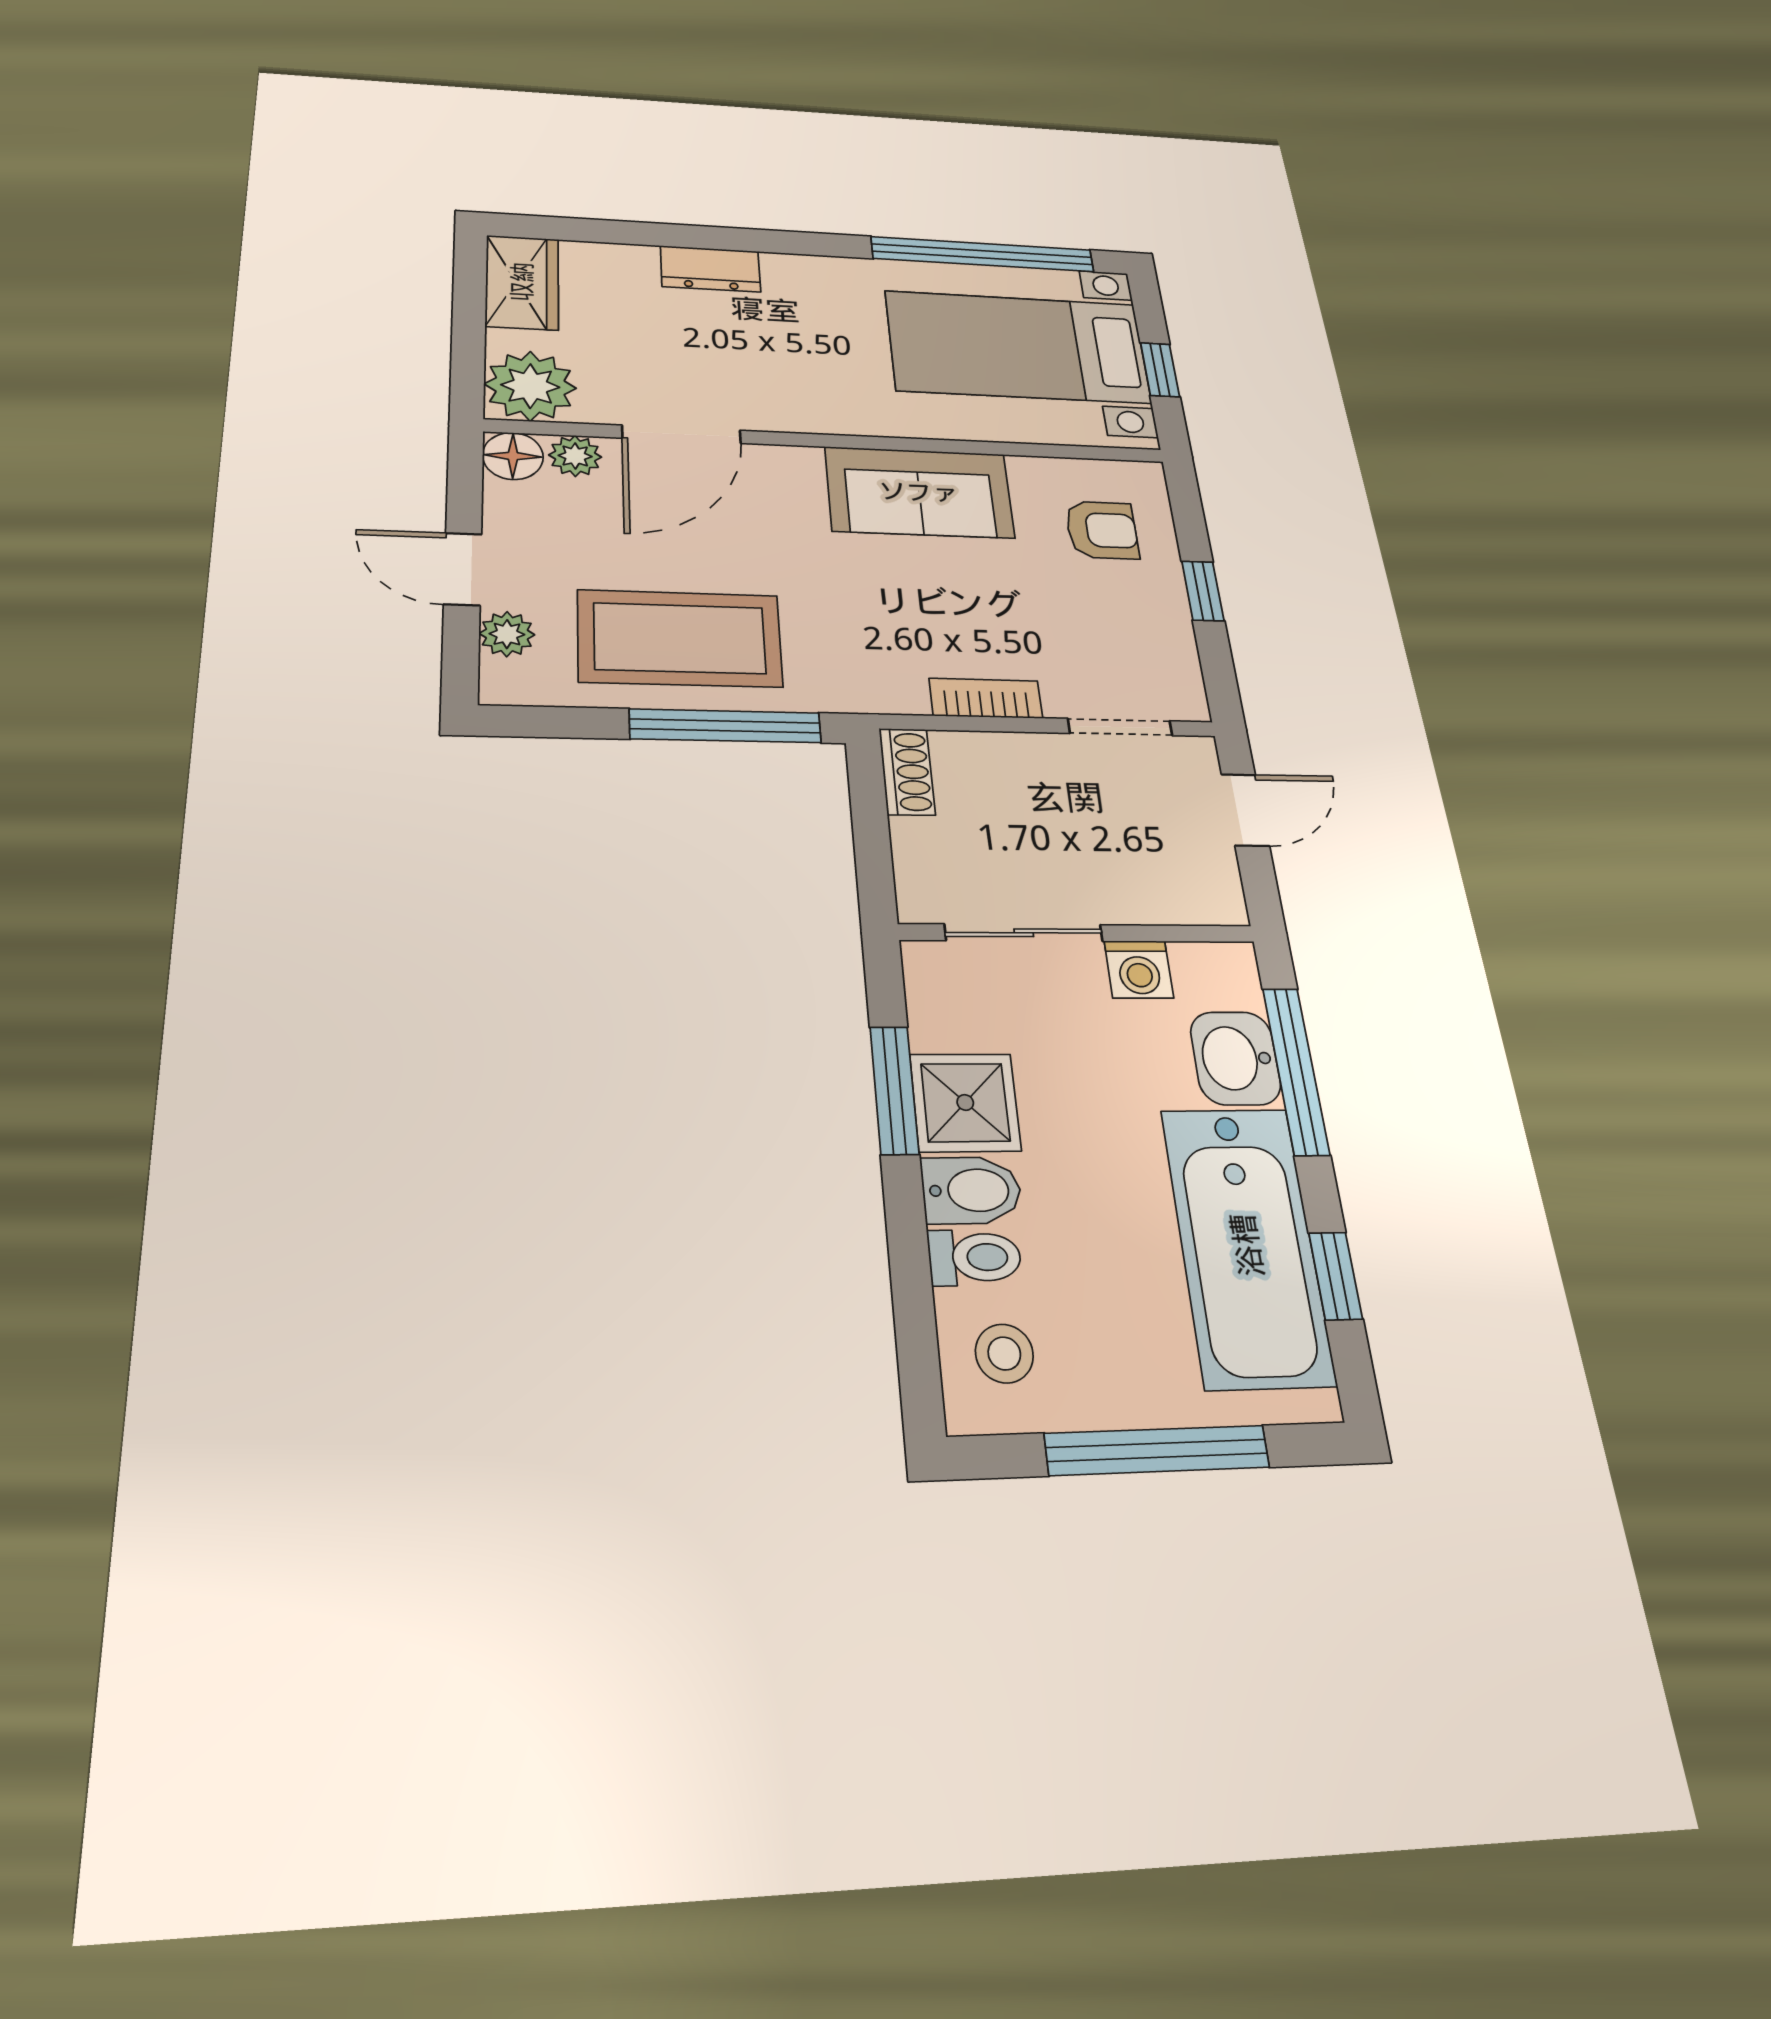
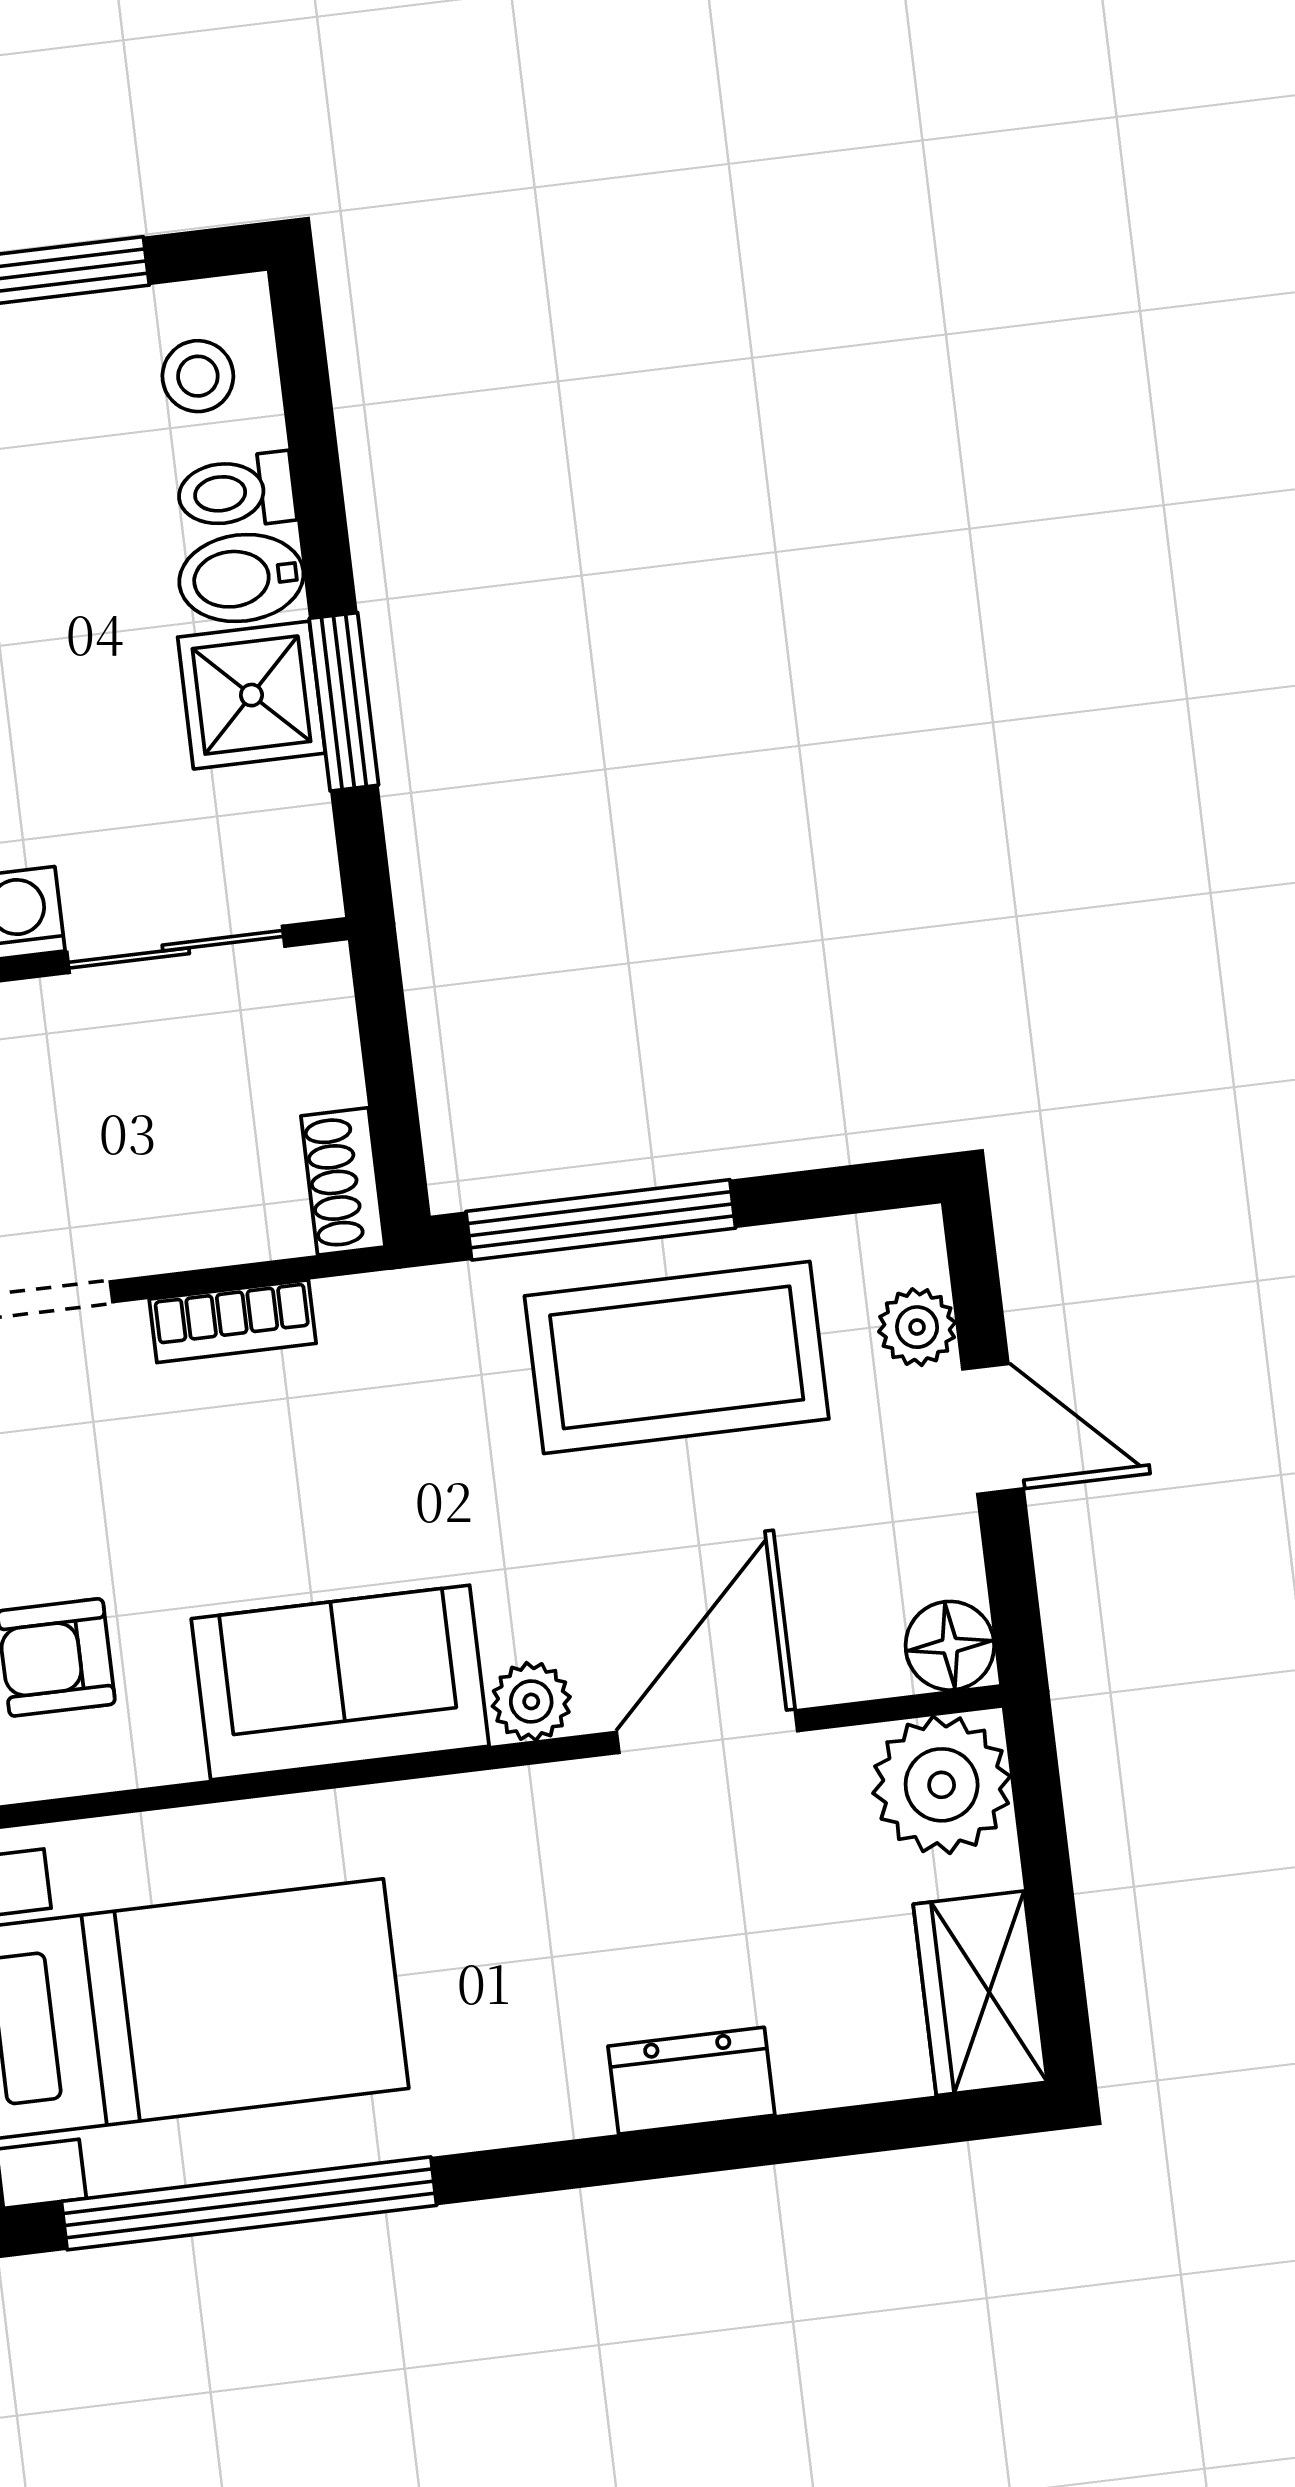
plant: (575, 456) -> (531, 1701), moved

